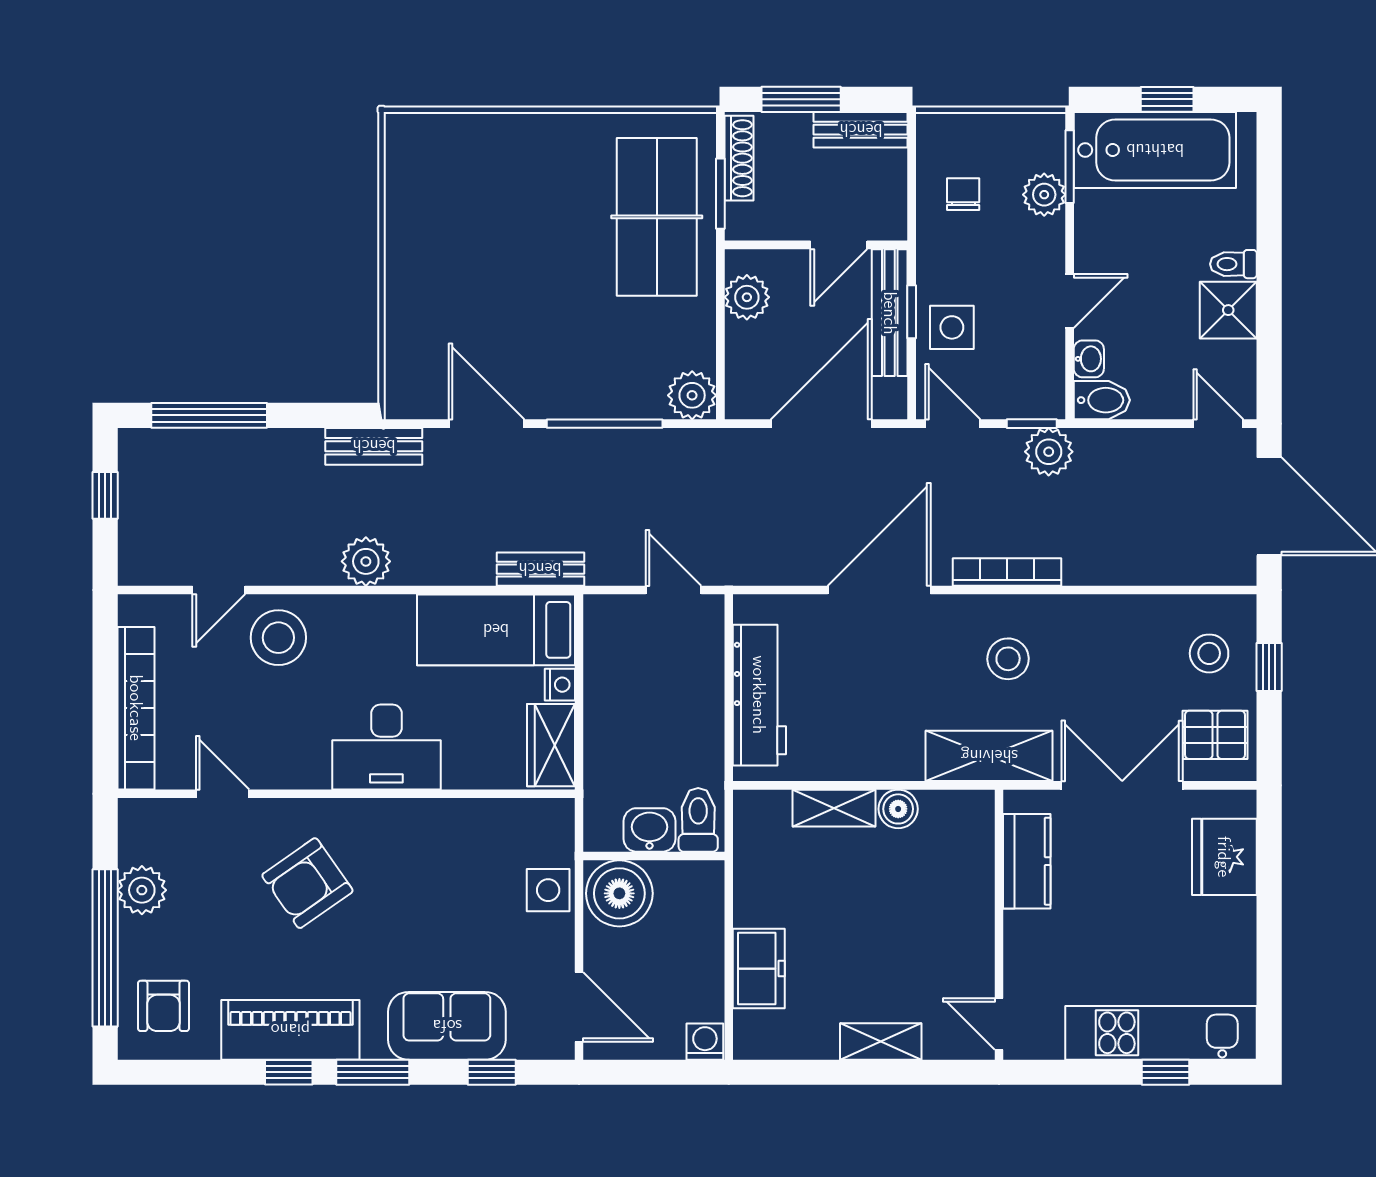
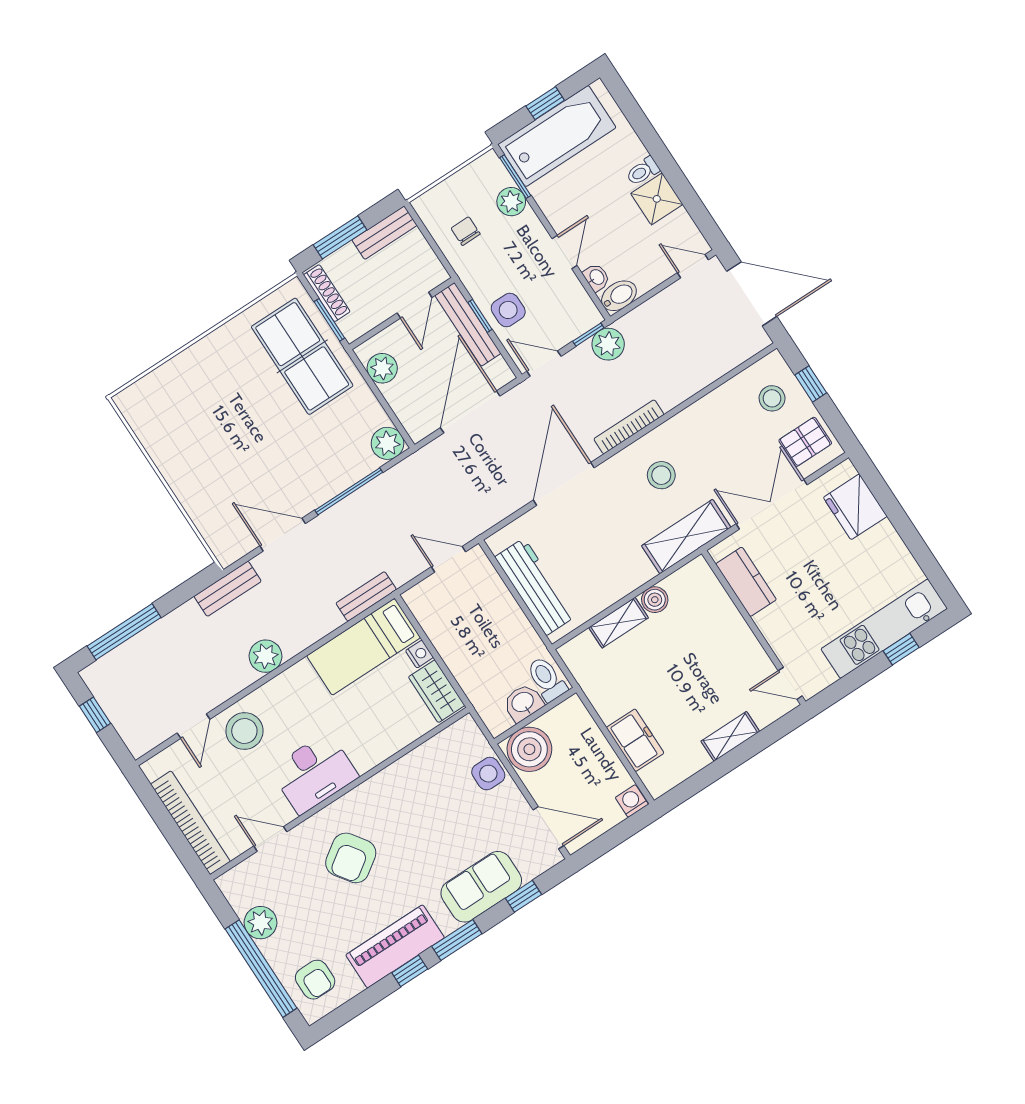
desk: (386, 747) -> (314, 773), moved

